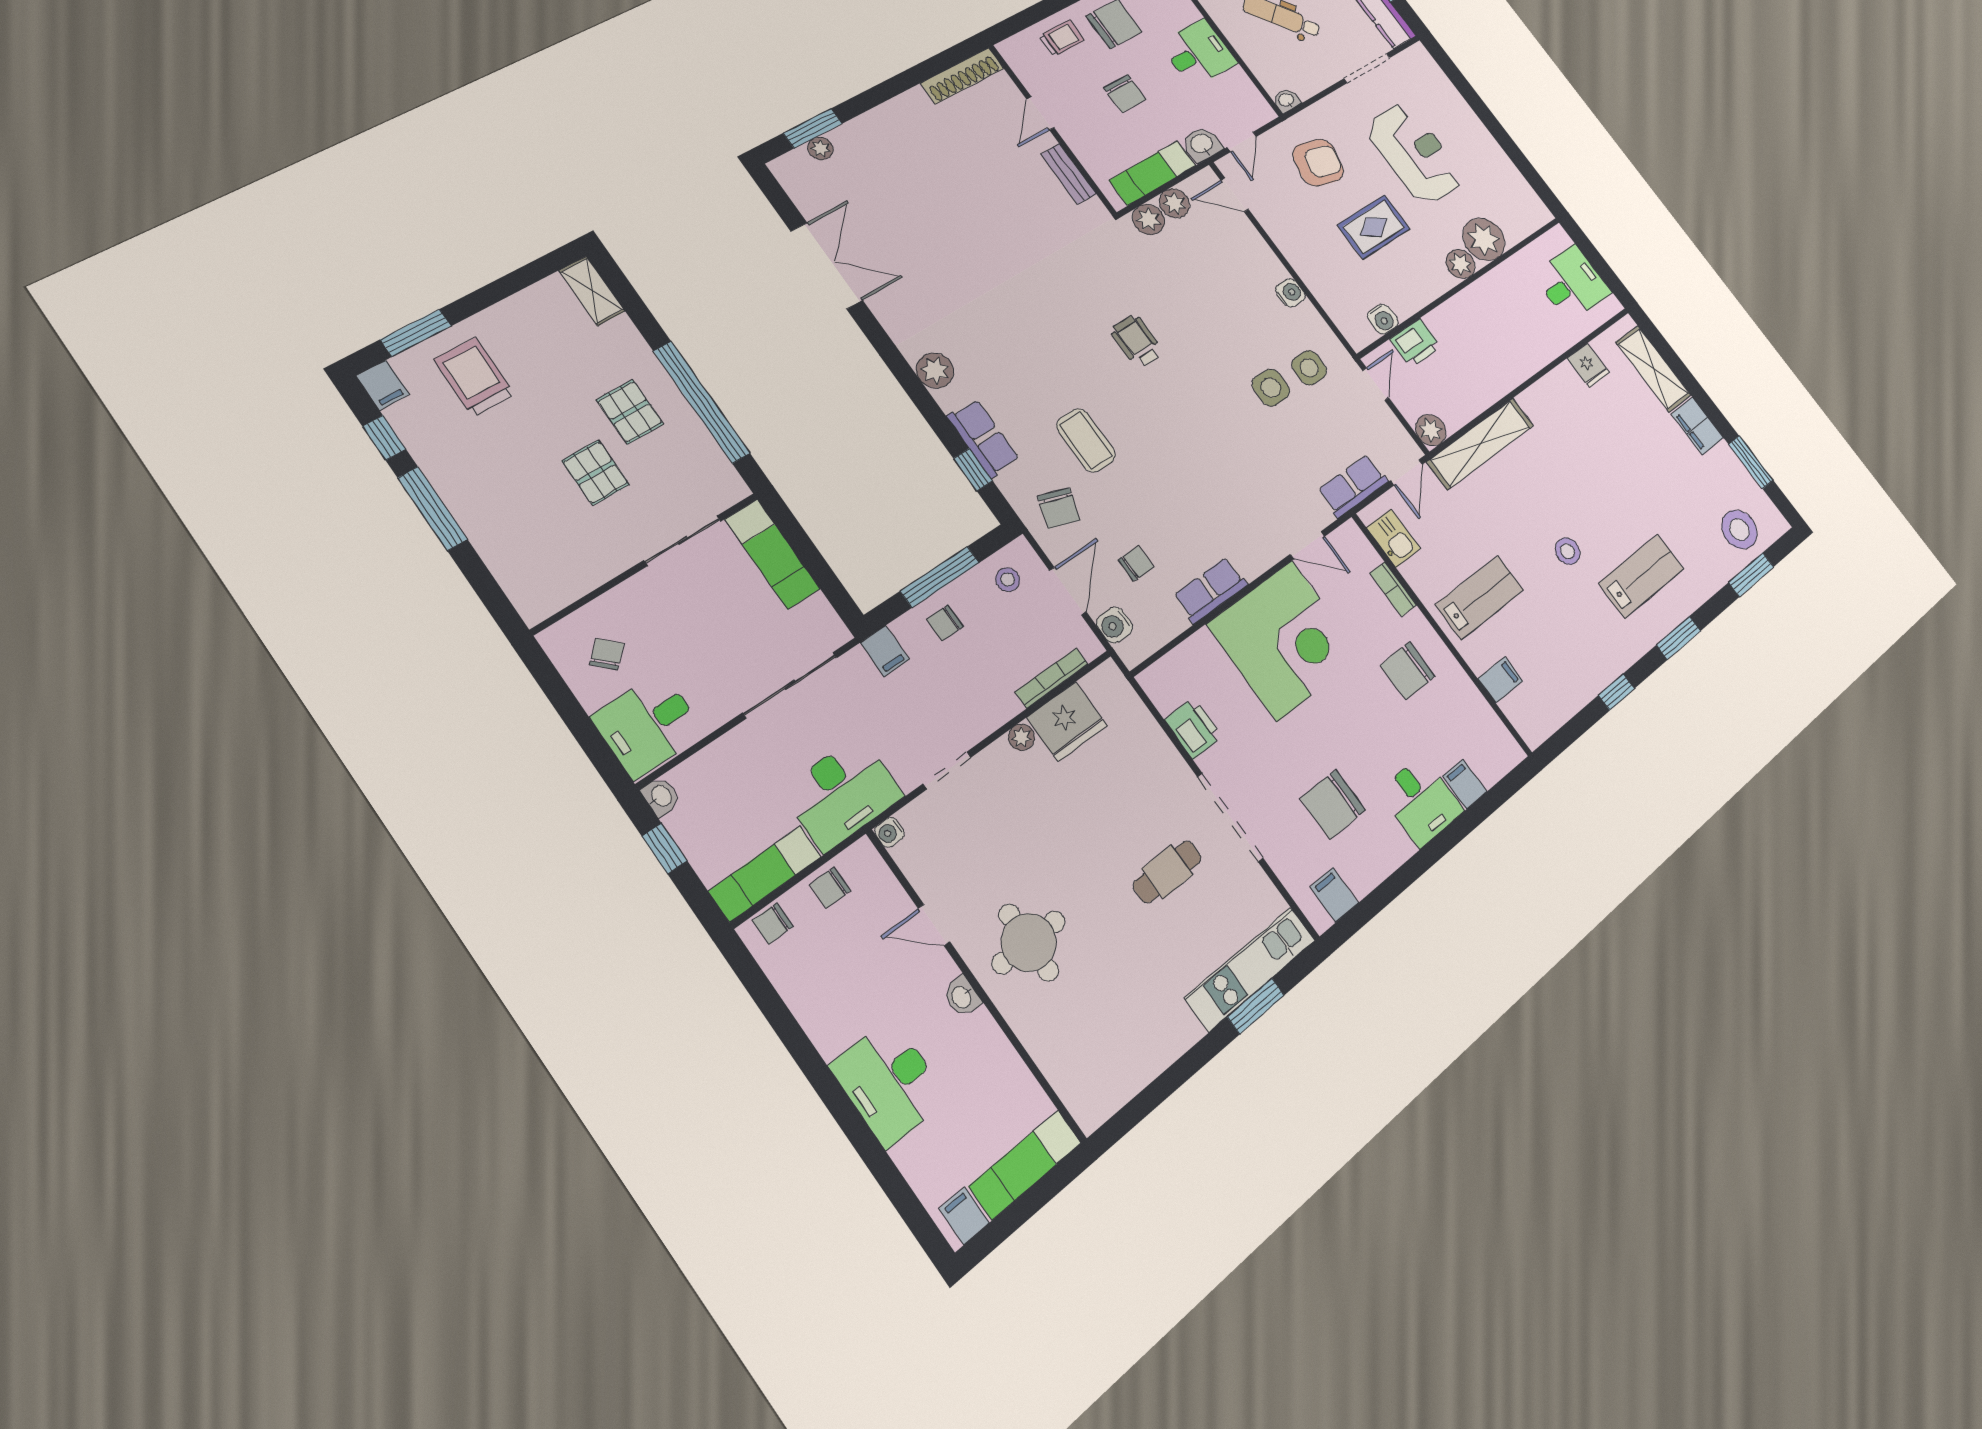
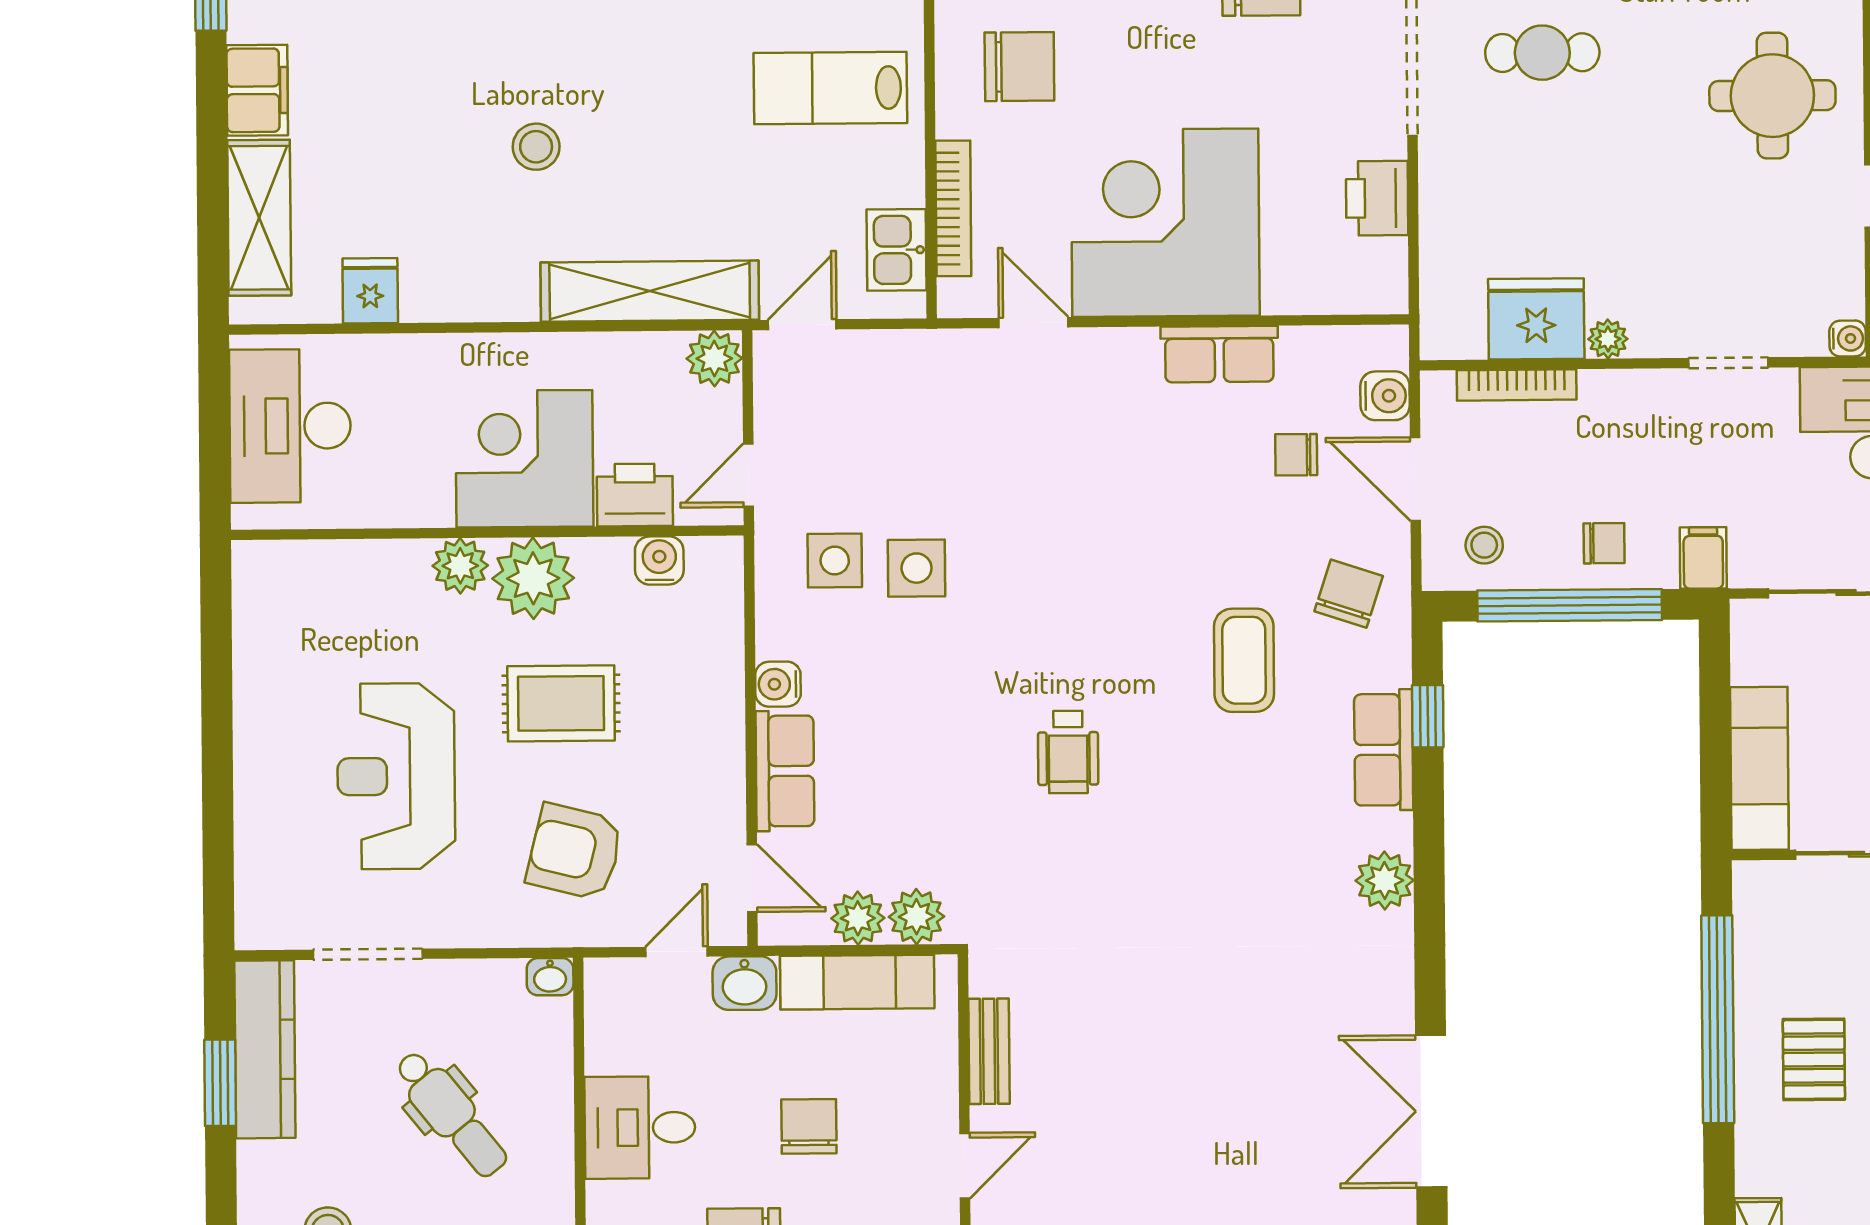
plant: (1484, 239) -> (533, 578), moved
desk: (1572, 283) -> (290, 426), width x1.37
corner desk: (1472, 330) -> (524, 459), added
row of seats: (1353, 486) -> (785, 771), moved, turned -90
stool: (1568, 551) -> (536, 147), moved
window: (940, 577) -> (1570, 605), width x1.46
bookcase: (1393, 589) -> (953, 208), width x1.56
door: (1068, 591) -> (1415, 479), hinge flipped

